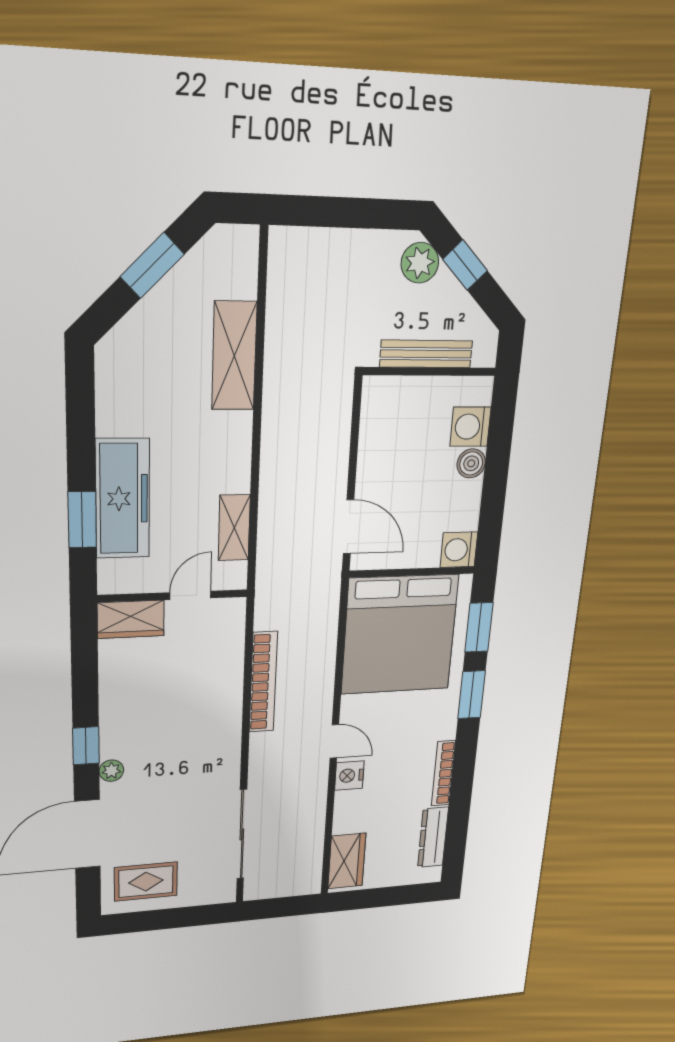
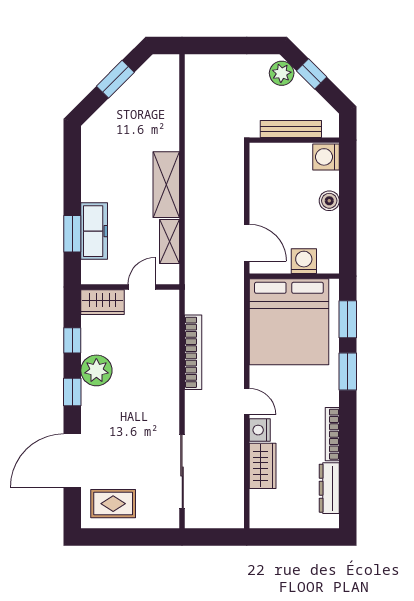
shelving: (234, 356) -> (166, 185), moved
washing machine: (470, 427) -> (326, 157), moved
freezer: (123, 499) -> (94, 231), width x0.73, depth x0.79
washing machine: (459, 550) -> (304, 261), moved, turned 90
window: (85, 676) -> (72, 340), added
plant: (111, 771) -> (96, 370), moved, width x1.88, depth x1.88
wardrobe: (347, 861) -> (263, 466), moved

